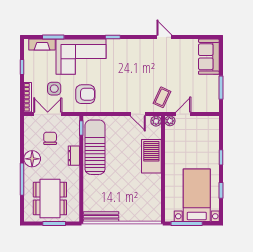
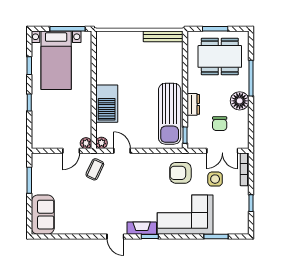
door: (164, 37) -> (115, 236), moved
fireplace: (42, 45) -> (142, 228), moved
dining table: (50, 199) -> (220, 56), turned 90

